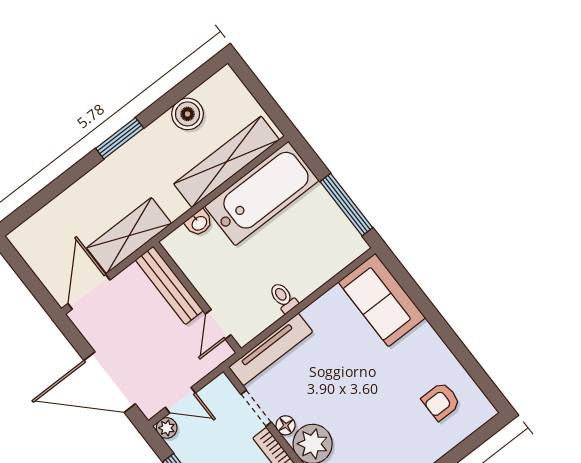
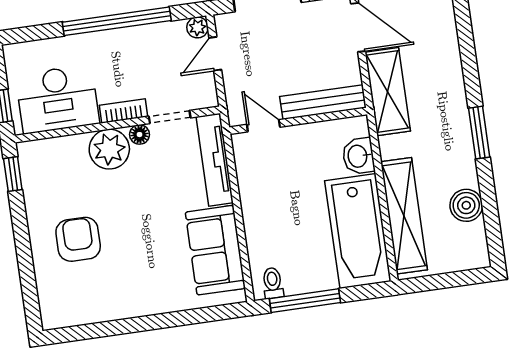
washbasin: (199, 223) -> (358, 156), width x1.38, depth x1.45
toilet: (283, 298) -> (273, 283), moved, turned -90
sofa: (382, 300) -> (215, 250), moved, turned -90
armchair: (441, 401) -> (78, 239), moved, width x1.38, depth x1.38

